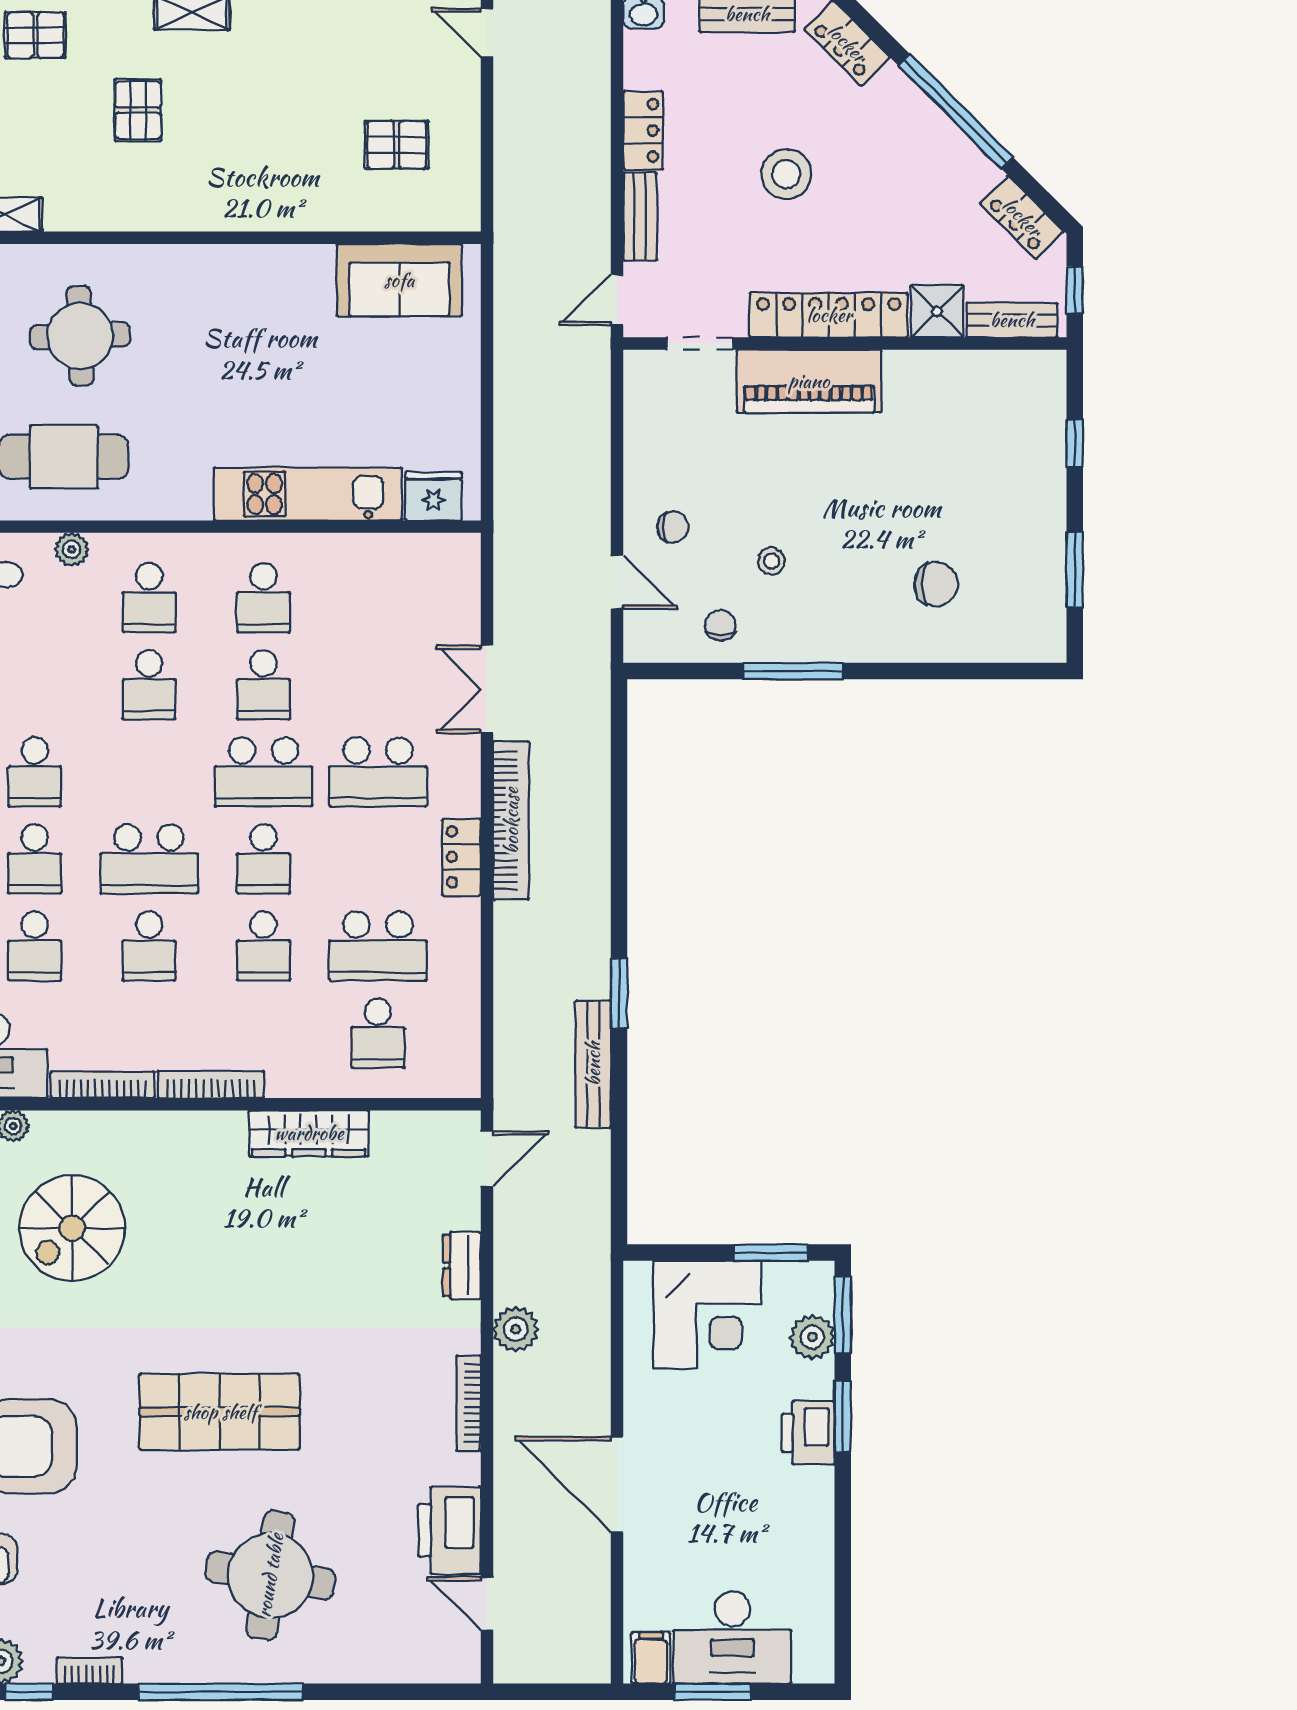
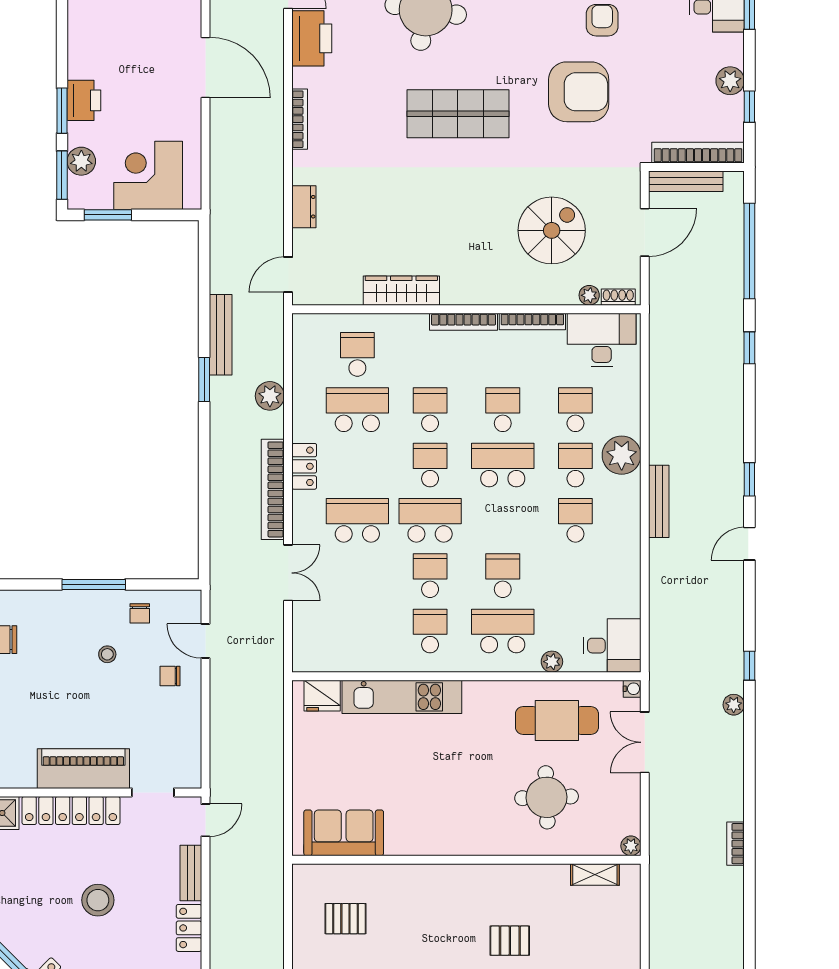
pallet: (138, 110) -> (510, 941), turned 90
school desk: (149, 598) -> (503, 631), width x1.85
plant: (516, 1329) -> (270, 396), moved

